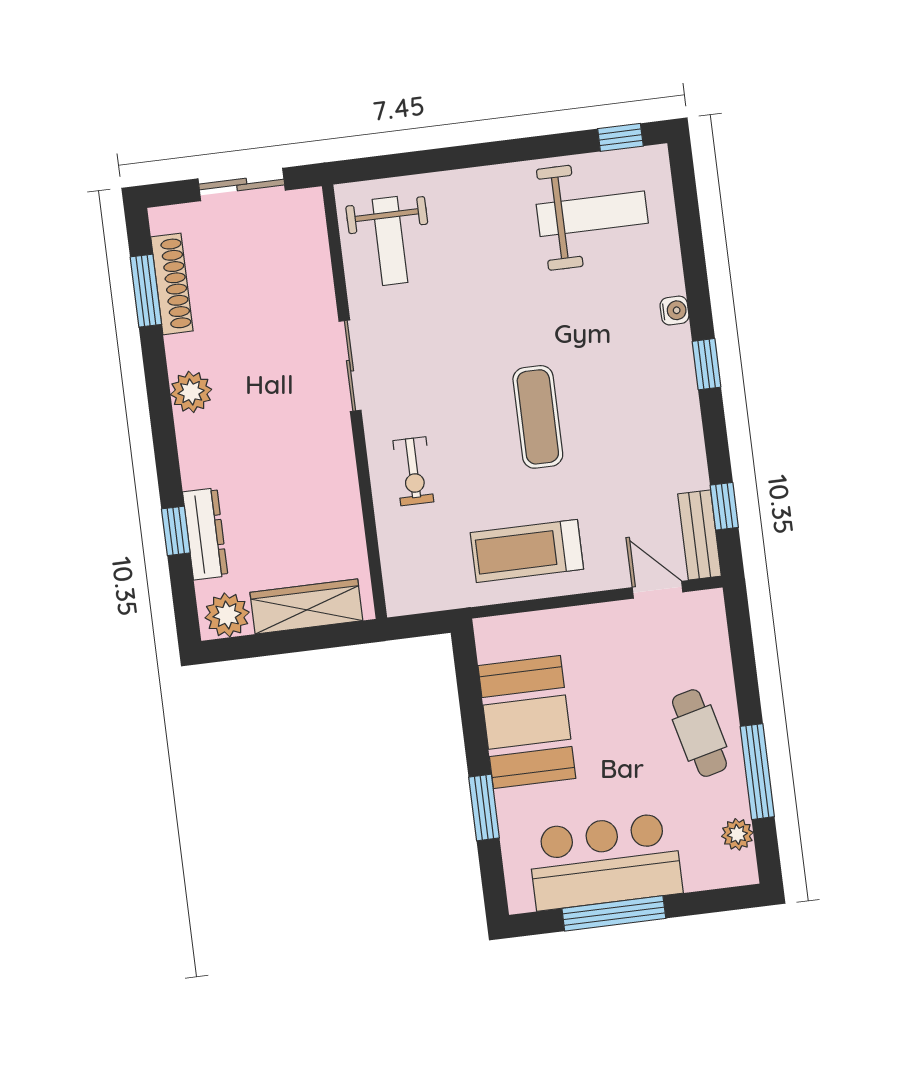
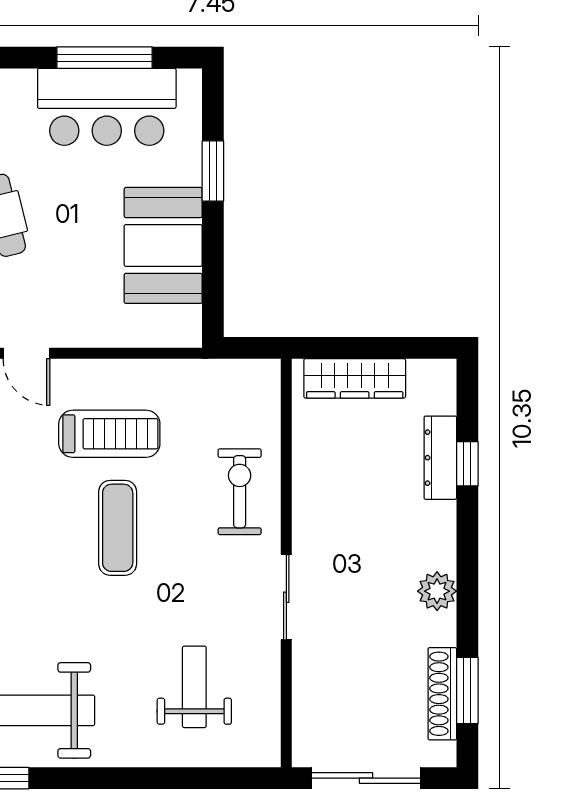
sliding door: (242, 184) -> (366, 778), width x1.37
weight bench: (390, 241) -> (194, 687), moved
exercise bike: (413, 471) -> (240, 492), width x1.38, depth x1.39
treadmill: (527, 551) -> (109, 434), moved
plant: (227, 615) -> (429, 380), removed

